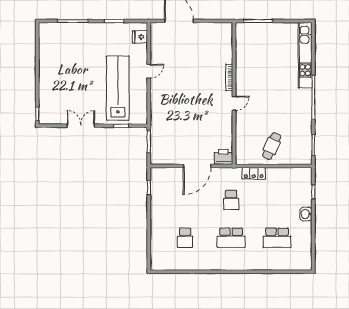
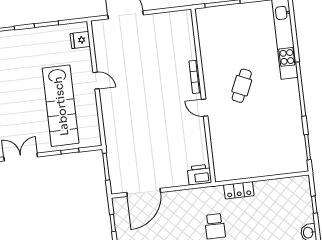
door: (149, 71) -> (96, 81), hinge flipped
lab bench: (118, 88) -> (61, 106), turned 180
door: (234, 103) -> (205, 108), swing flipped
cafe table: (272, 146) -> (242, 86), moved
door: (197, 166) -> (144, 192), moved

